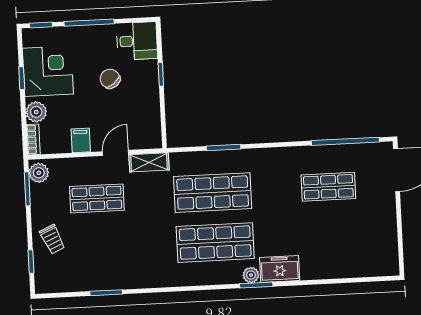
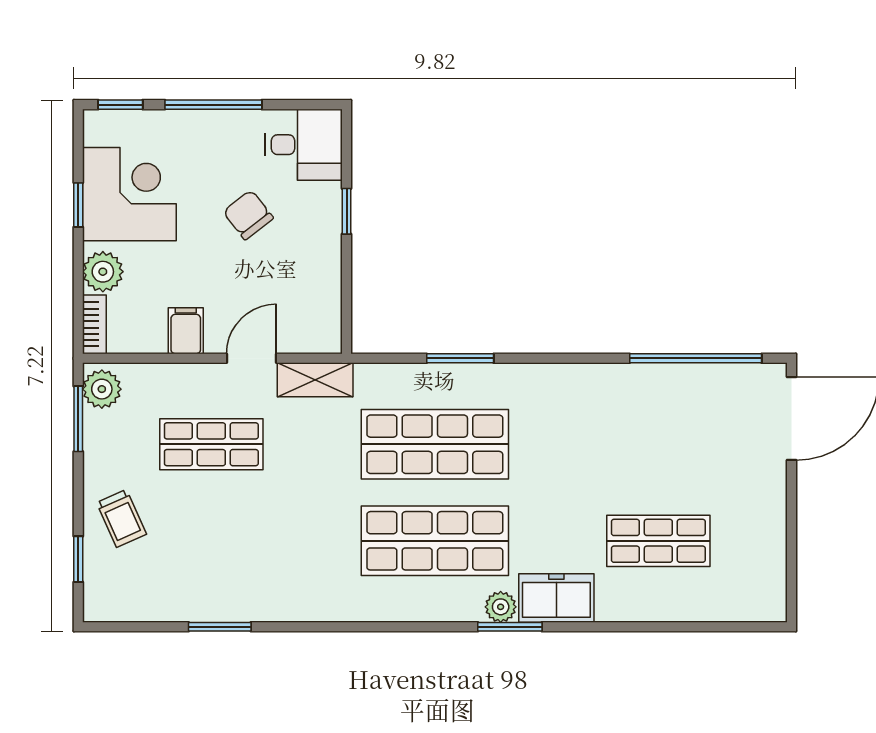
shop shelf: (328, 187) -> (658, 541), moved

